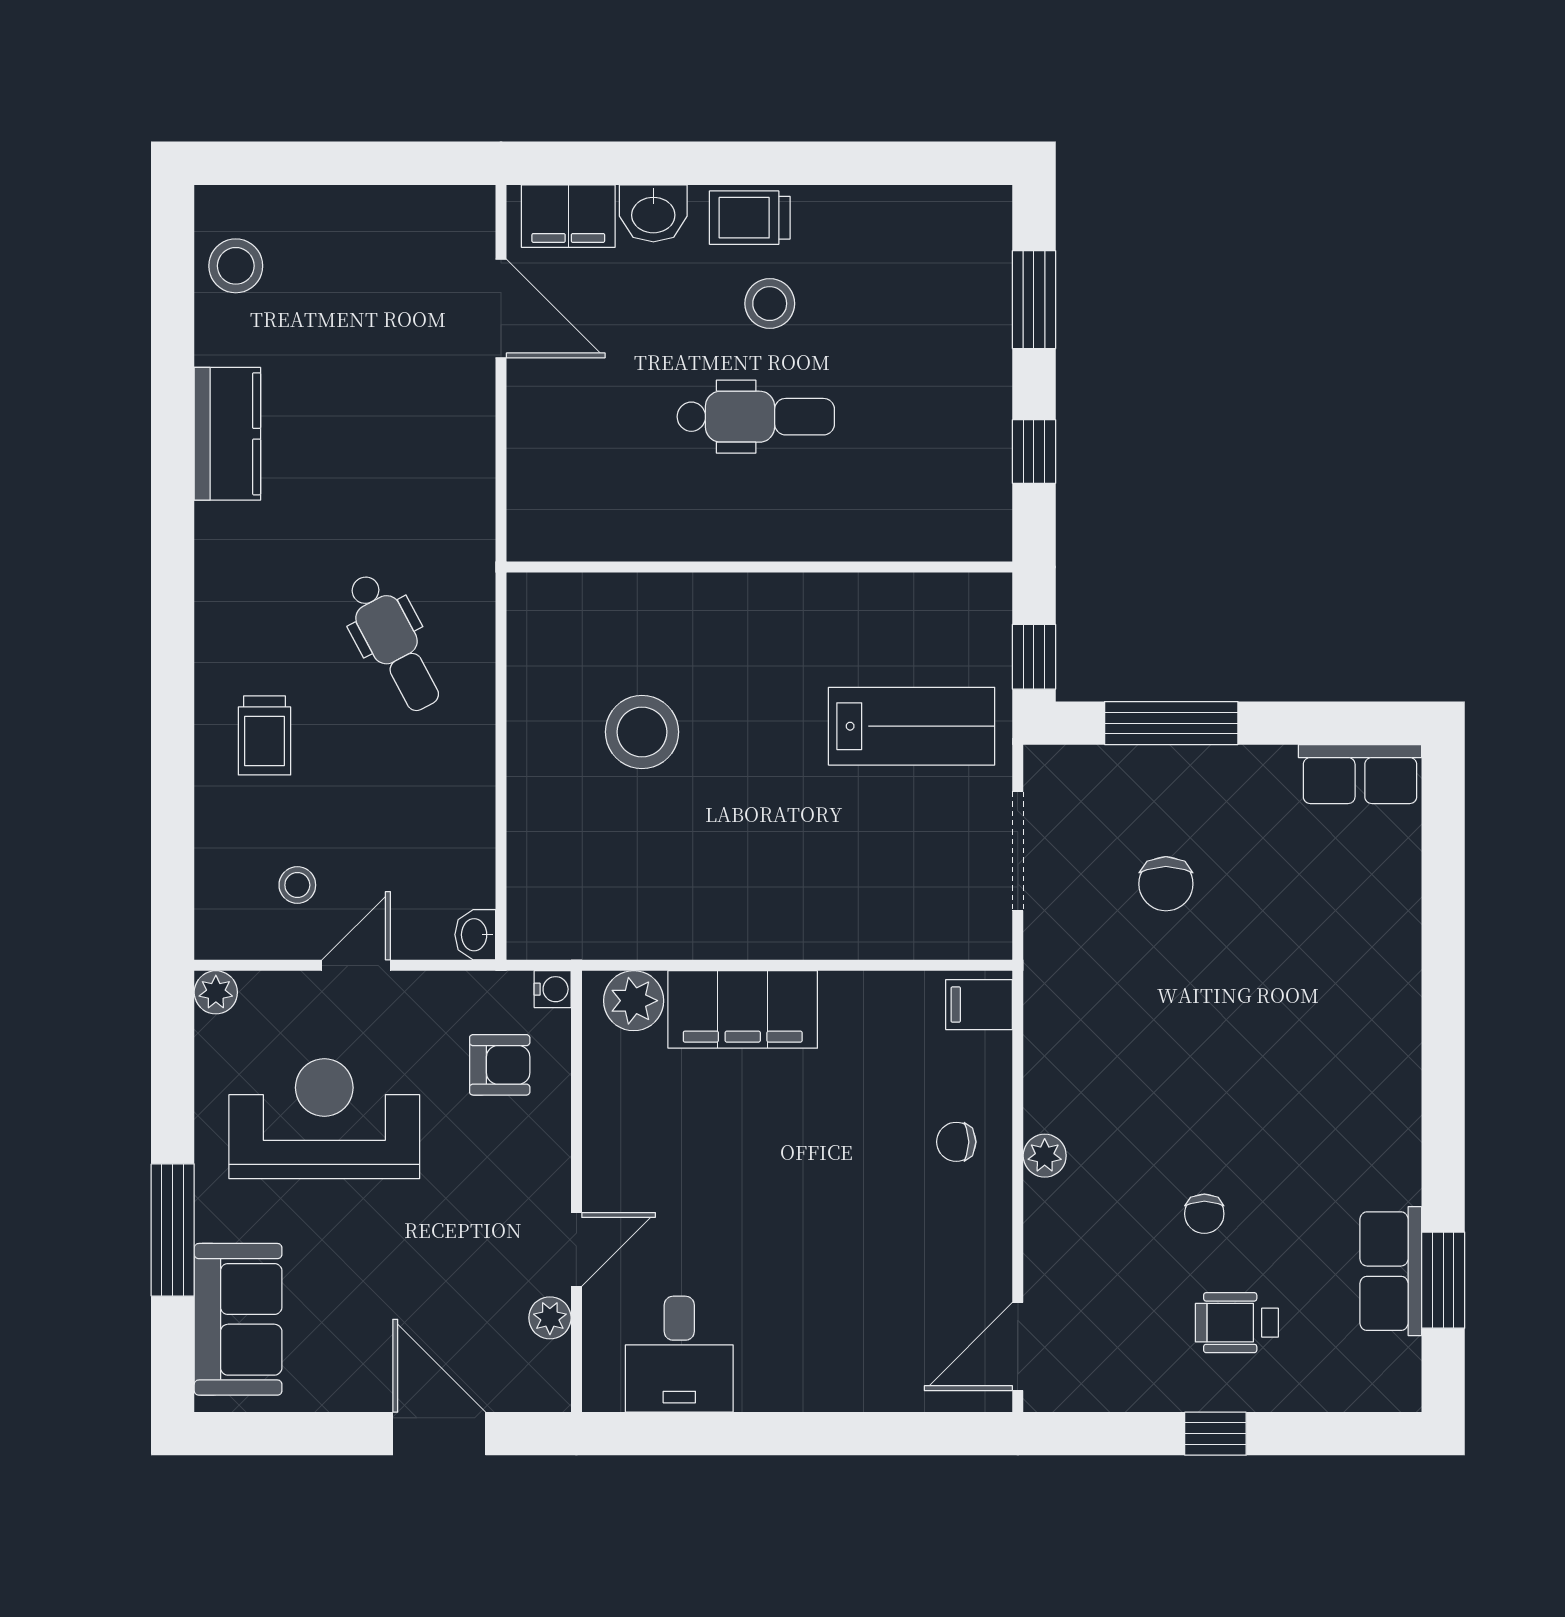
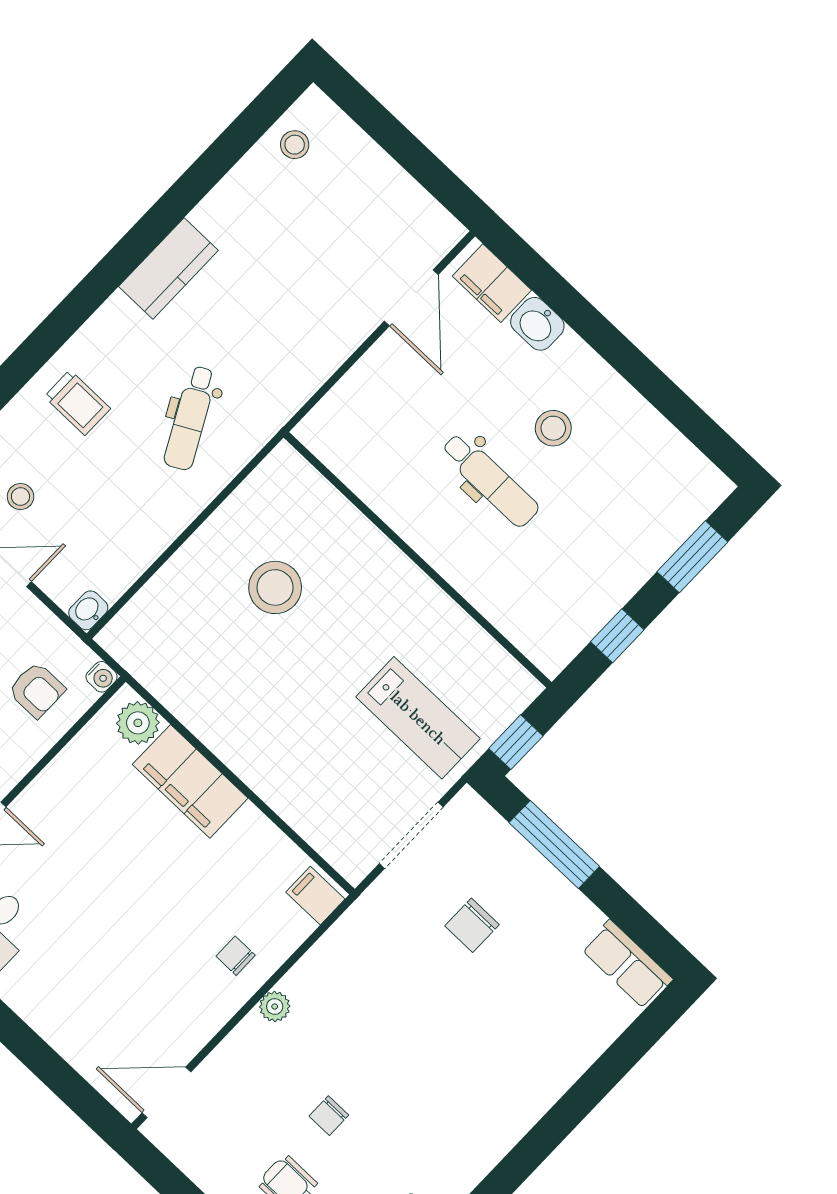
trolley: (750, 218) -> (585, 374), removed
stool: (236, 266) -> (295, 145), width x0.73, depth x0.73
kitchen counter: (227, 434) -> (168, 268), moved
trolley: (265, 735) -> (77, 403), turned -90

